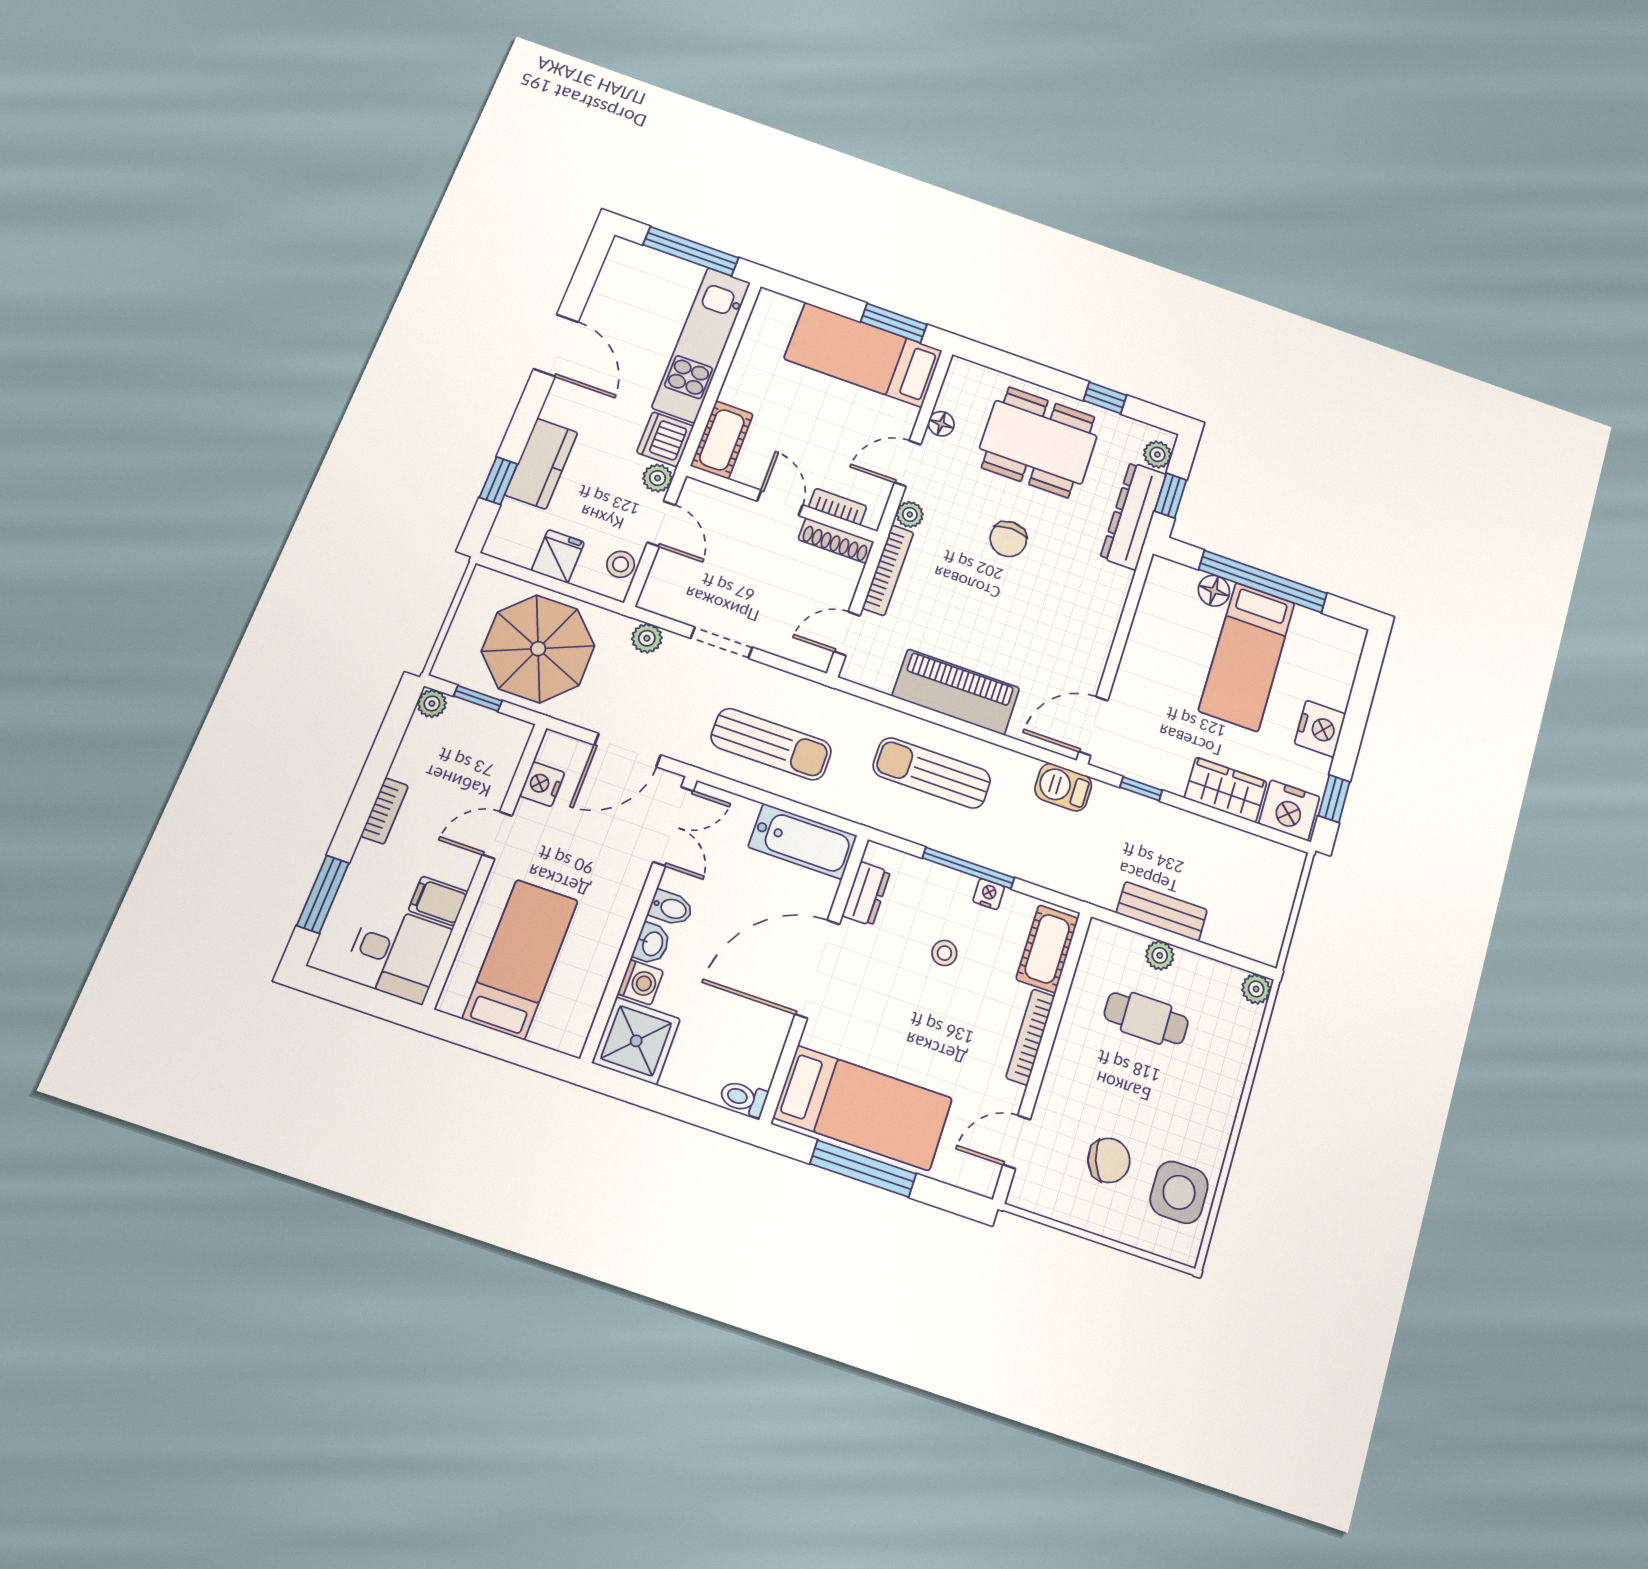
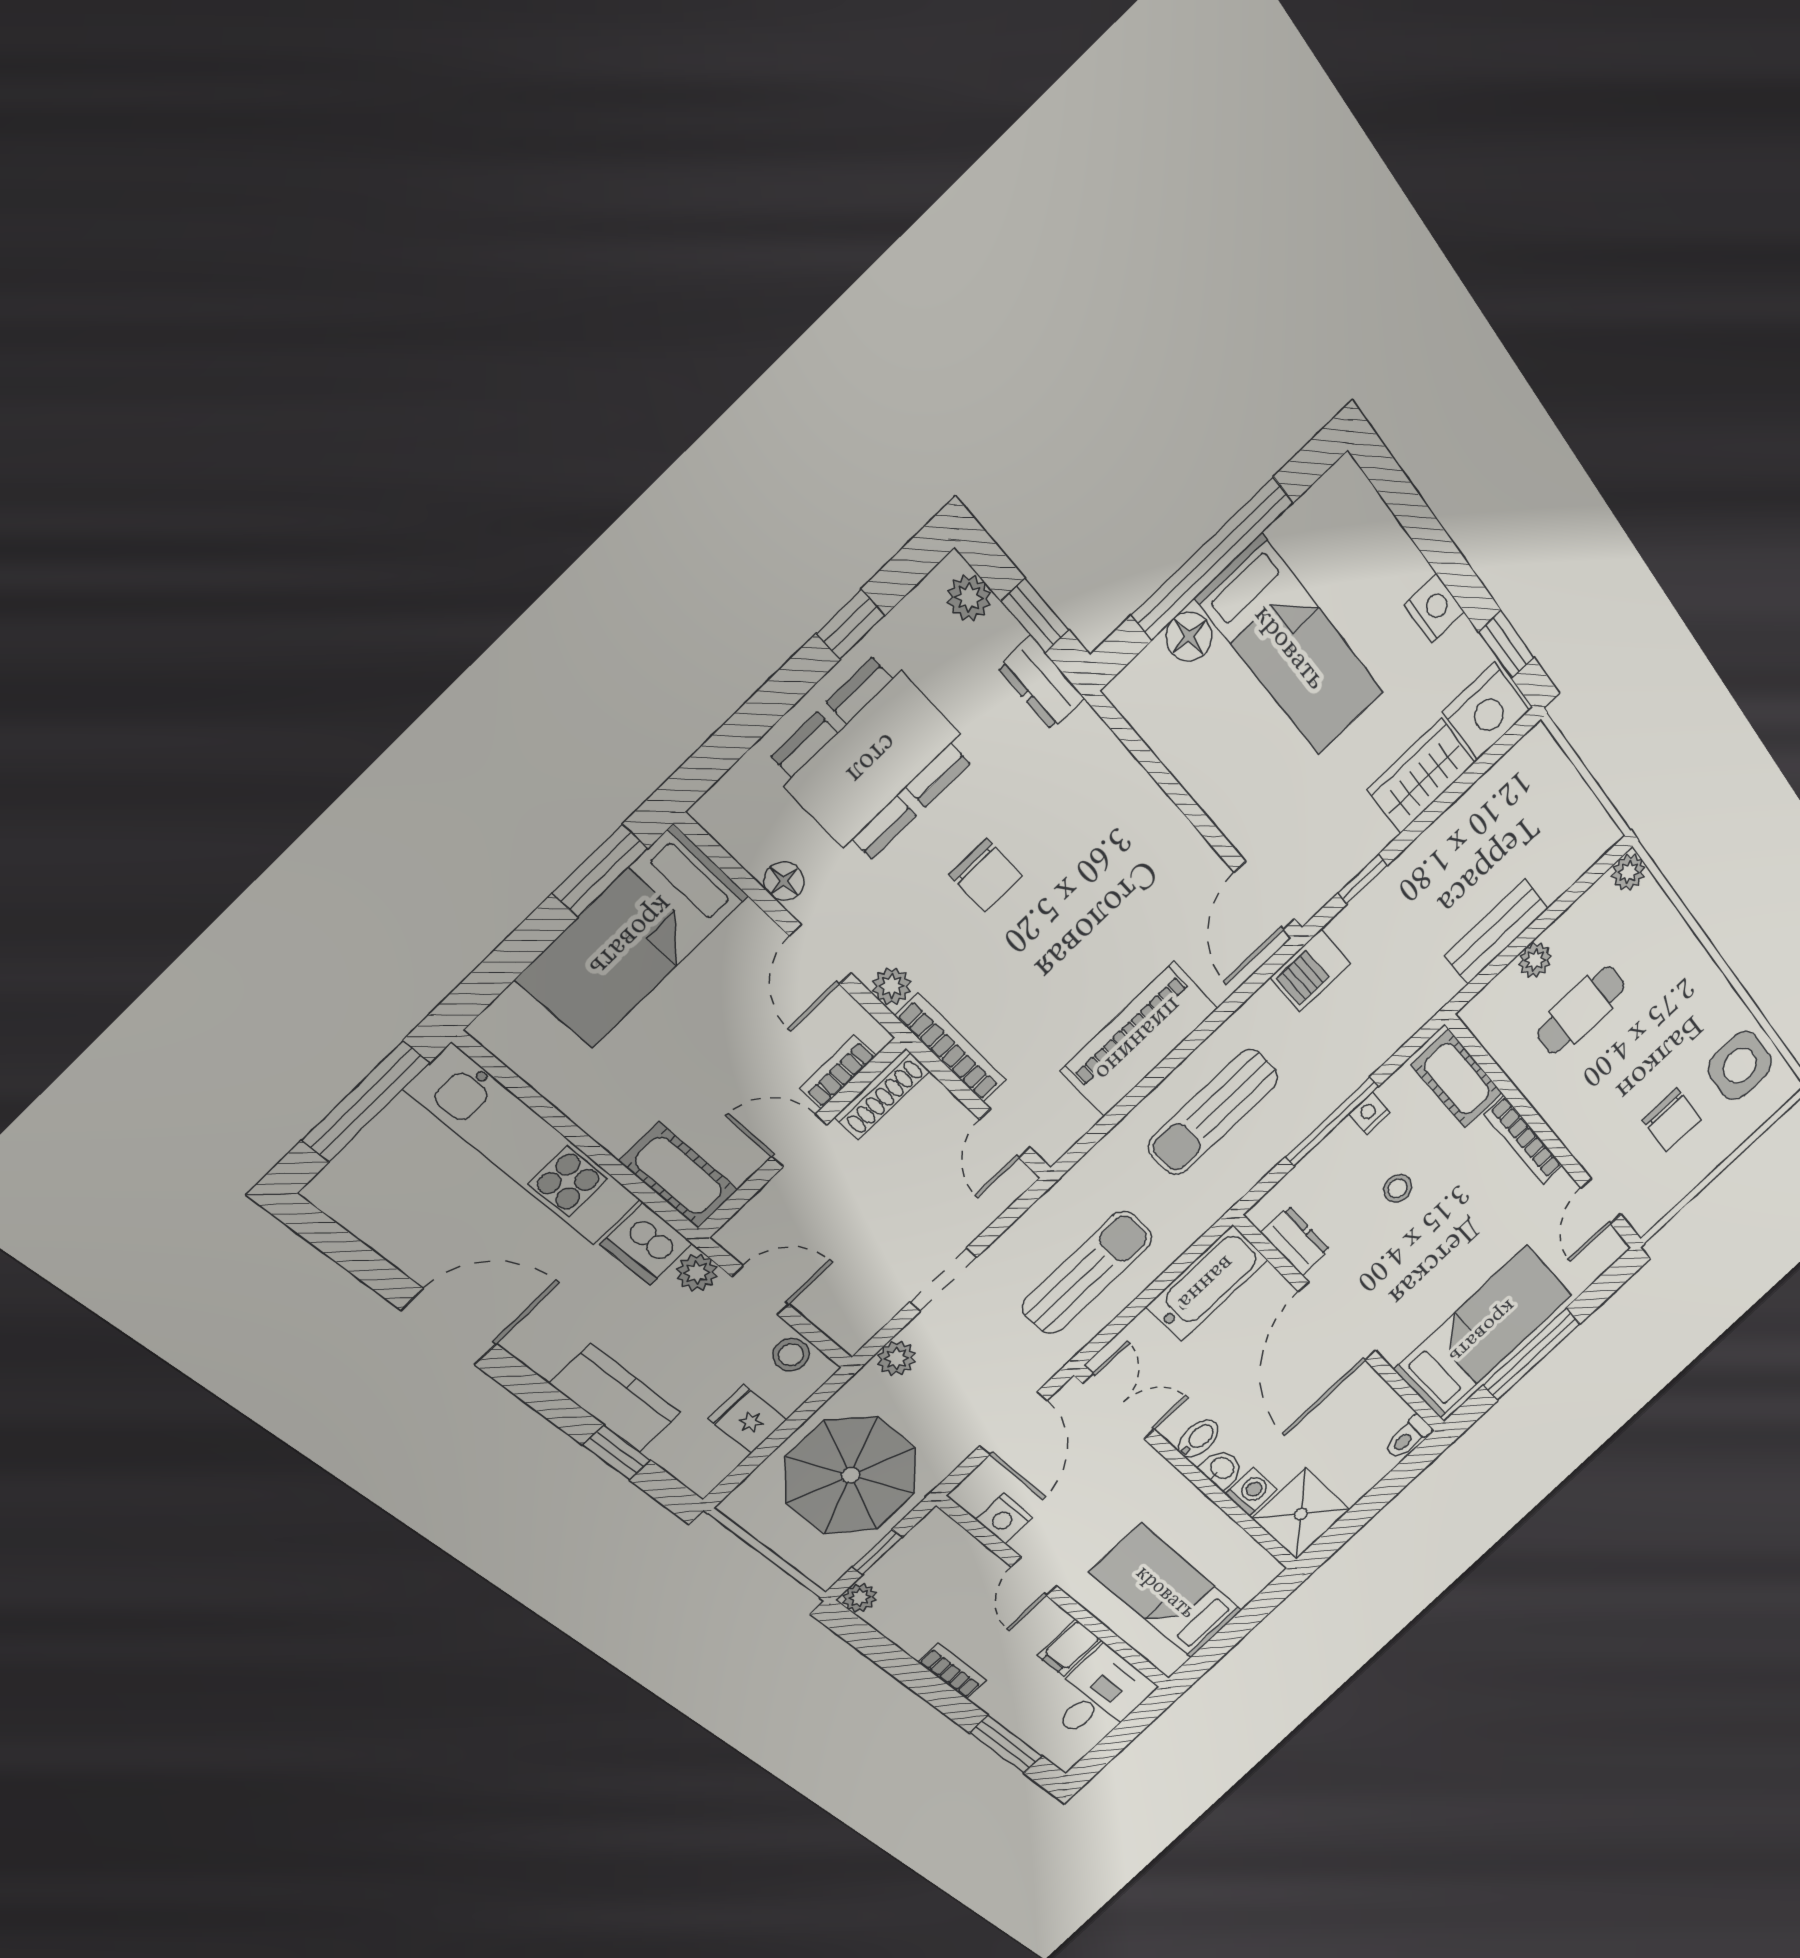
dresser: (1133, 516) -> (1041, 683), width x0.51, depth x0.80
nightstand: (1320, 729) -> (1434, 608), width x0.74, depth x0.75
chair: (1109, 1160) -> (1672, 1120), turned 109

